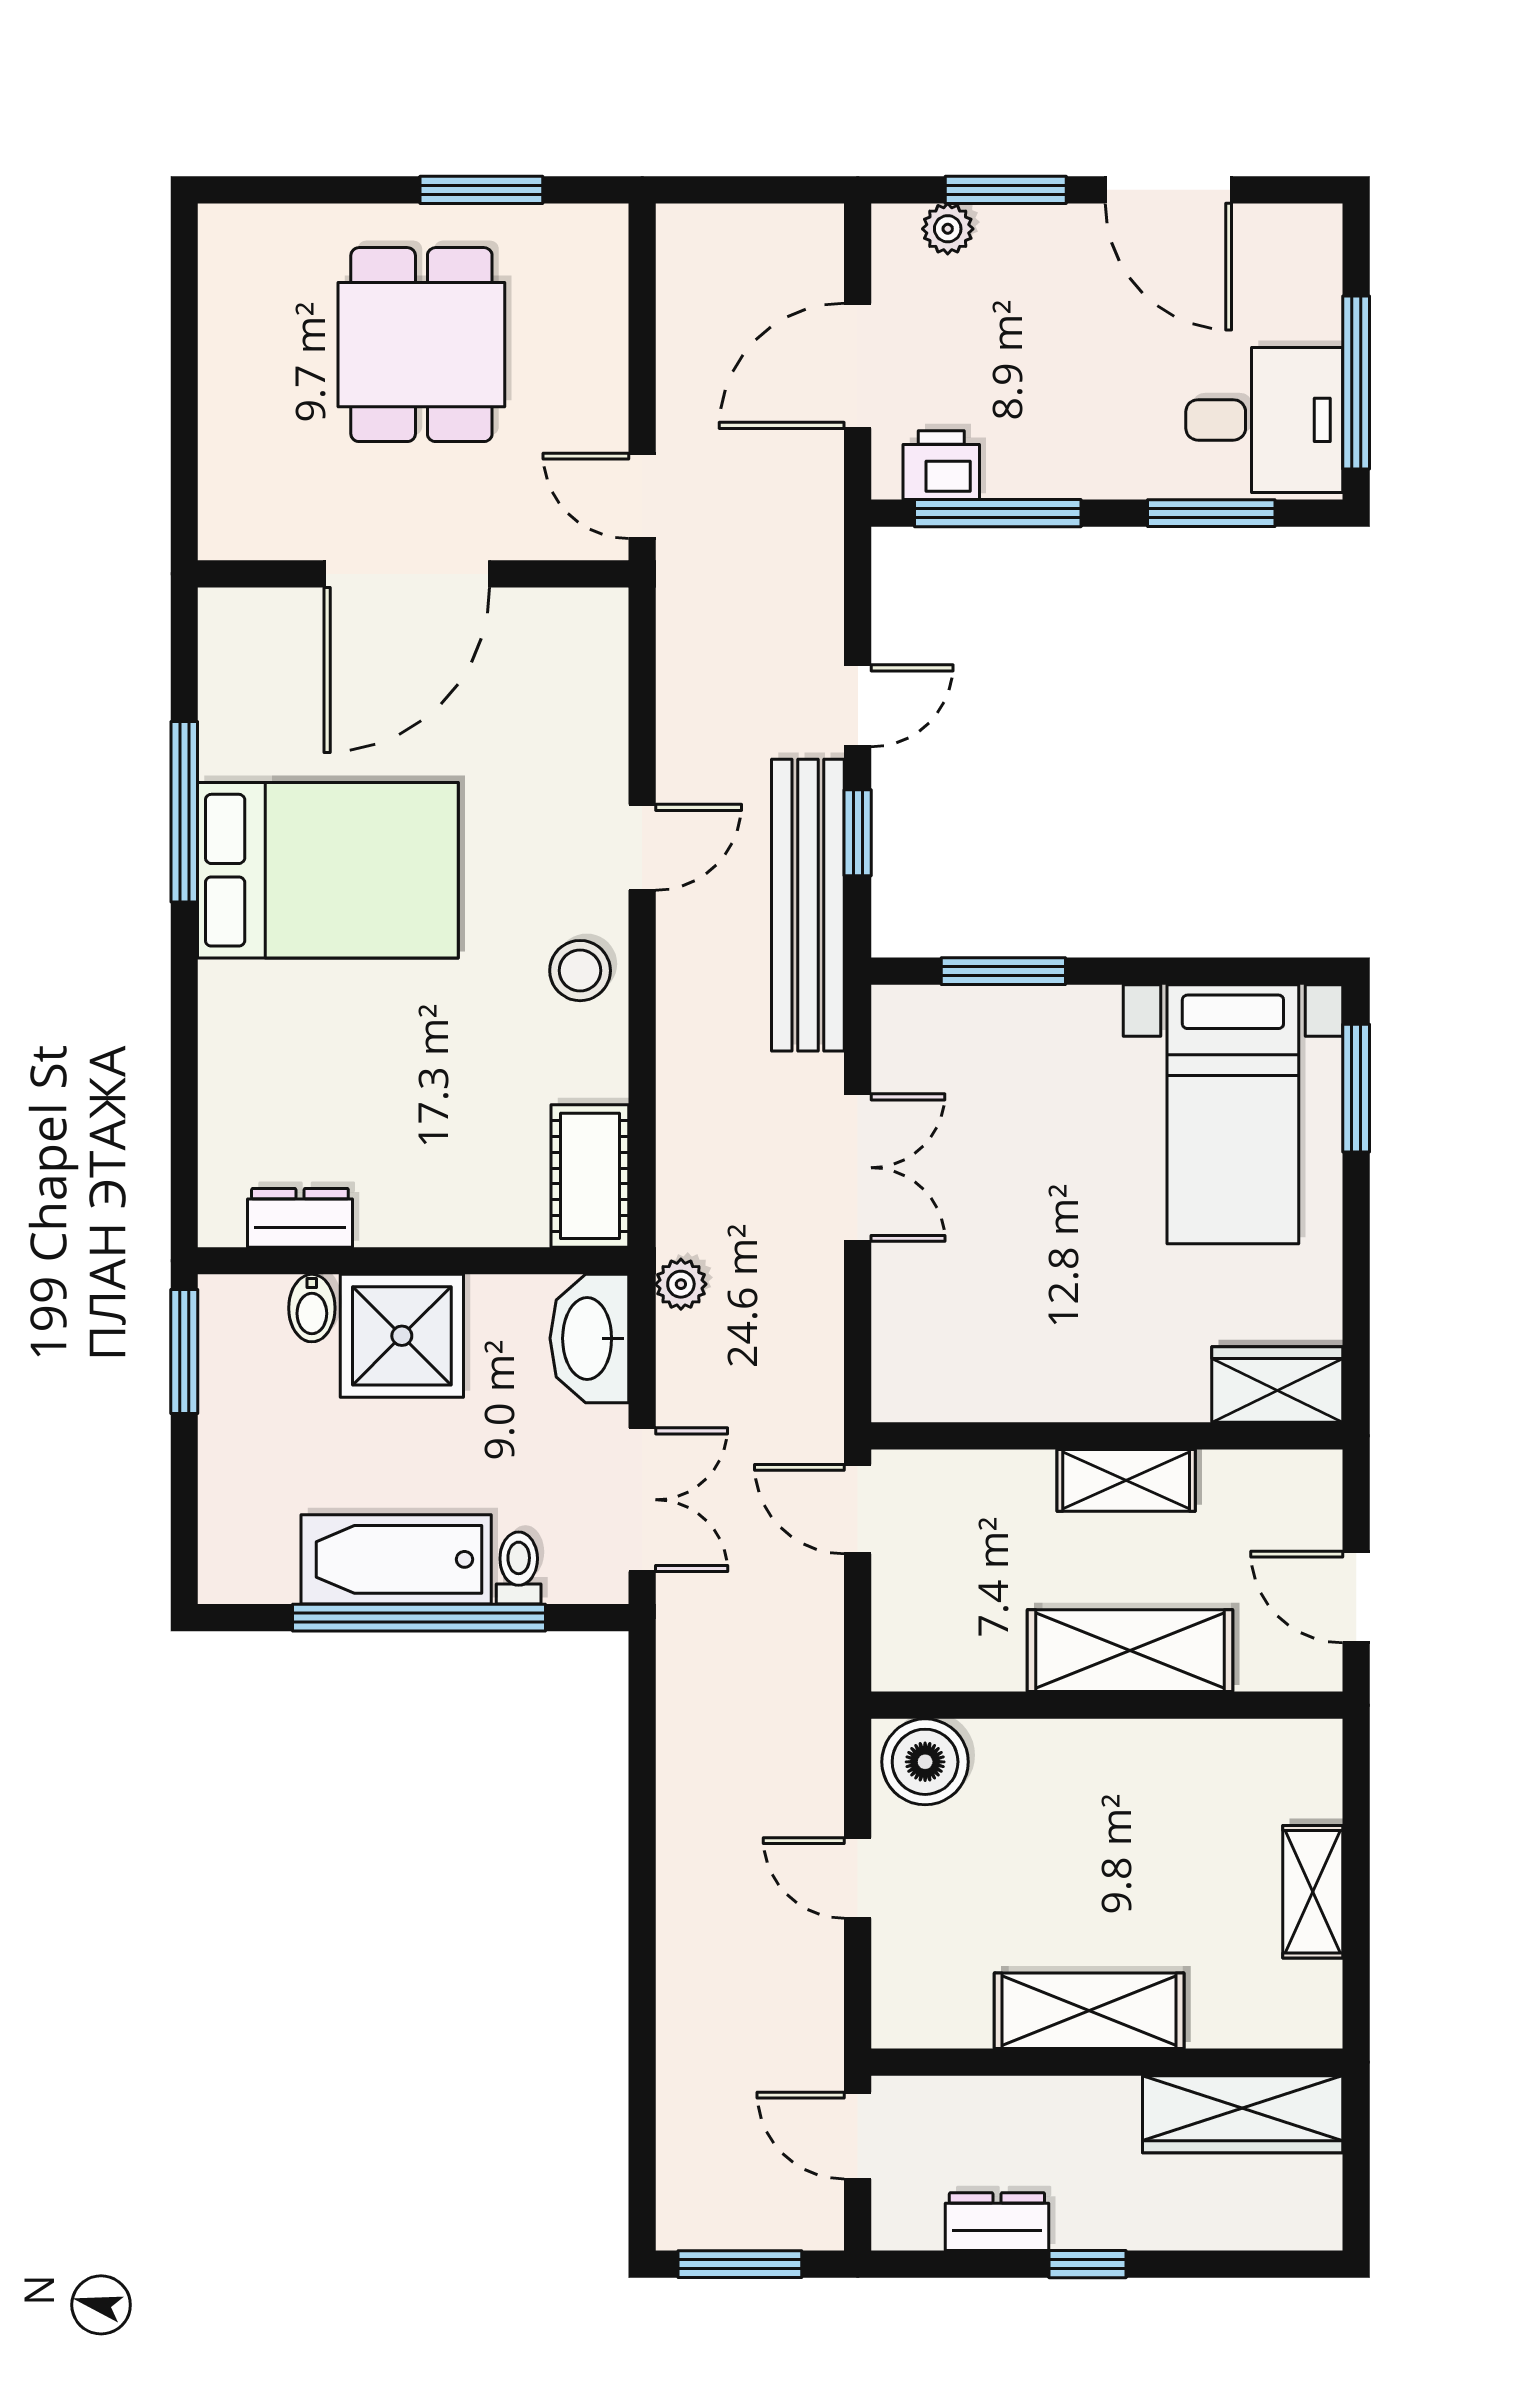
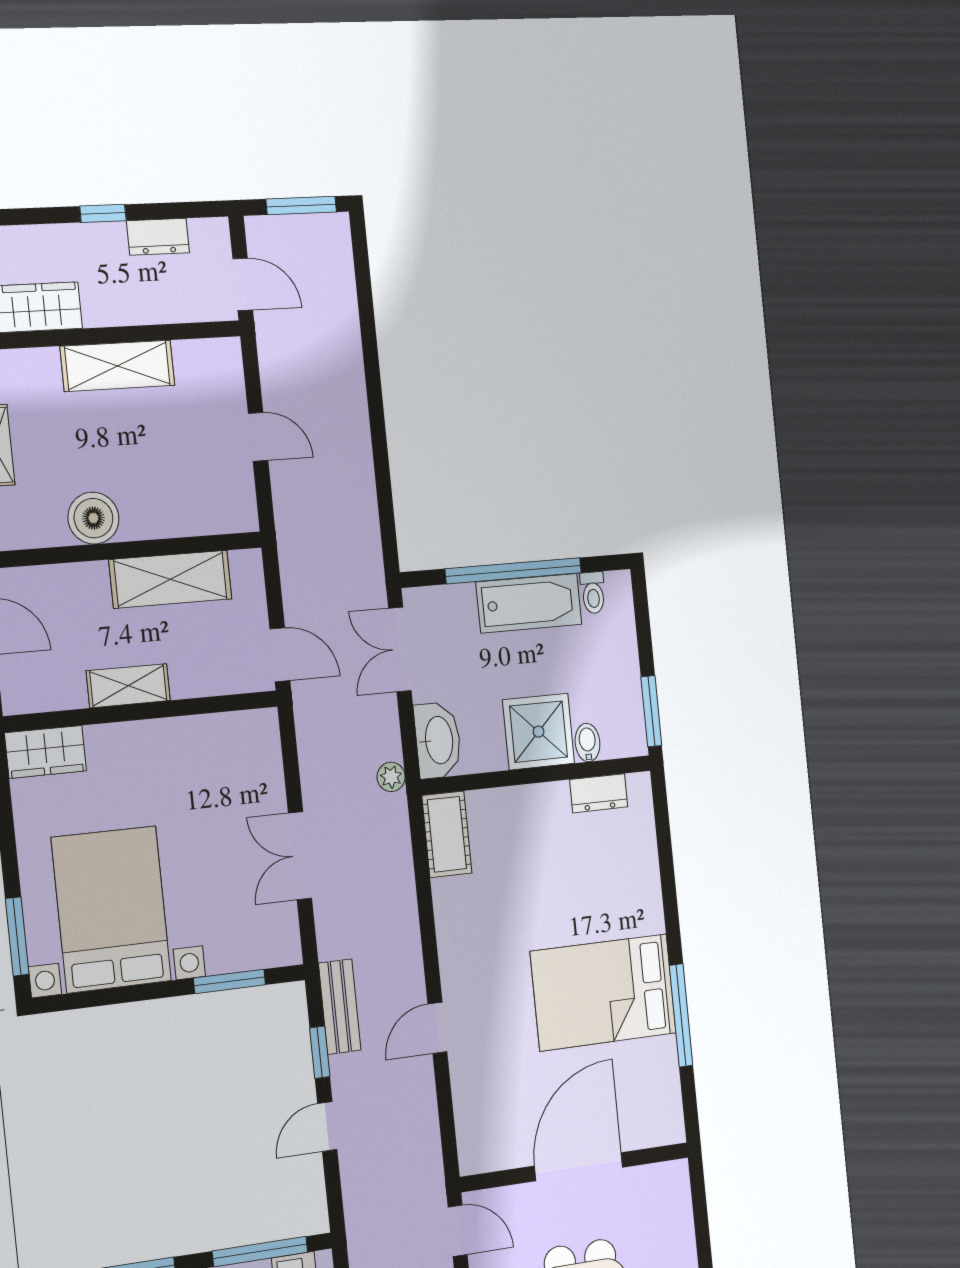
bench: (808, 905) -> (340, 1007), width x0.54, depth x0.82
stool: (580, 971) -> (464, 952), removed
bed with nightstands: (1233, 1114) -> (111, 909), width x1.36
toilet: (519, 1568) -> (593, 593), moved
shelving: (1130, 1651) -> (171, 579), moved
boiler: (925, 1762) -> (93, 518), moved

